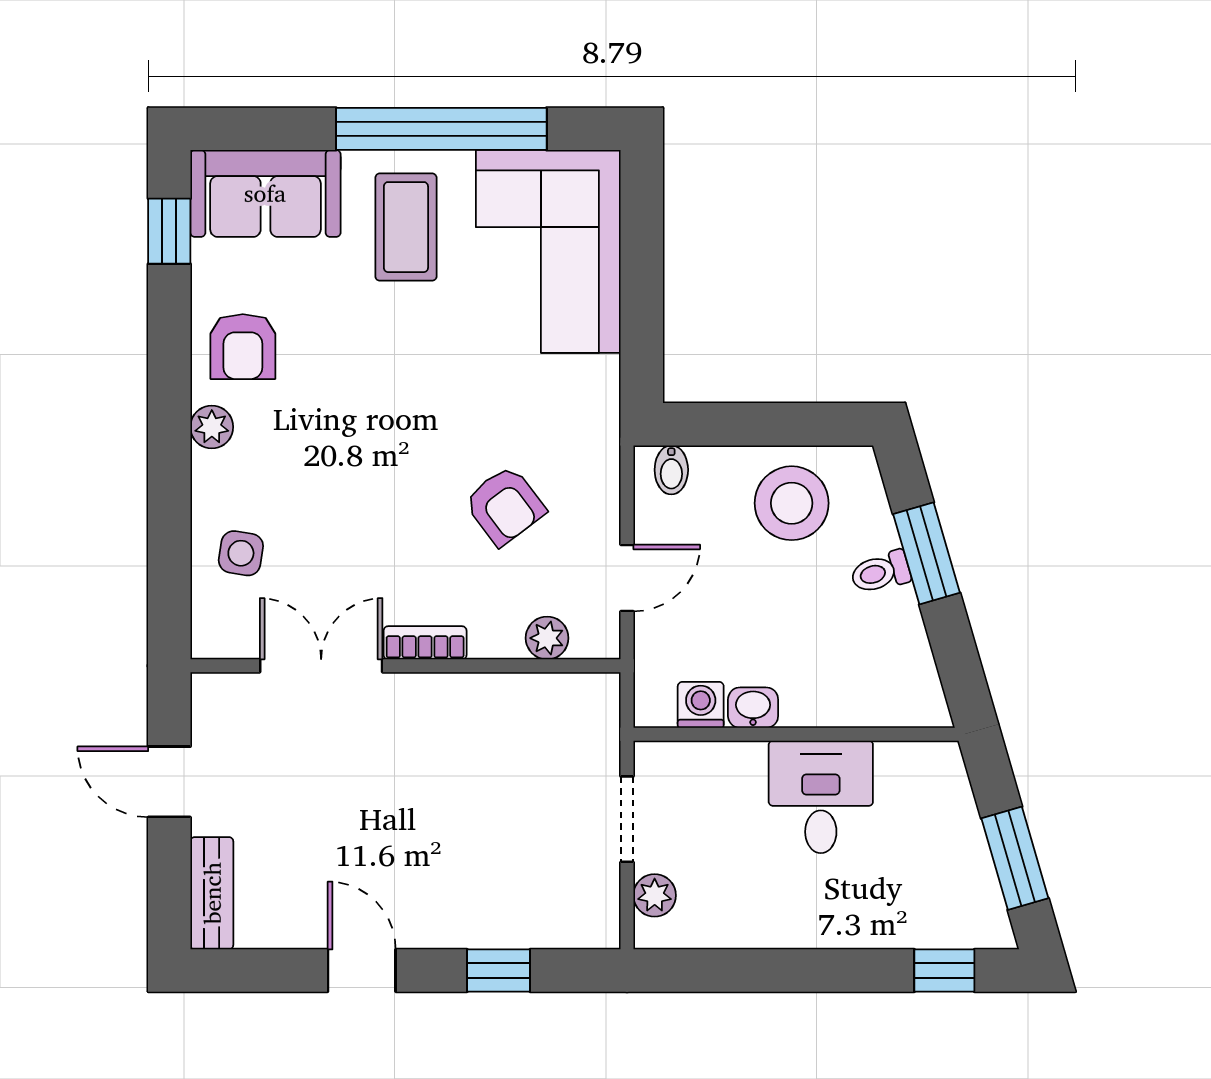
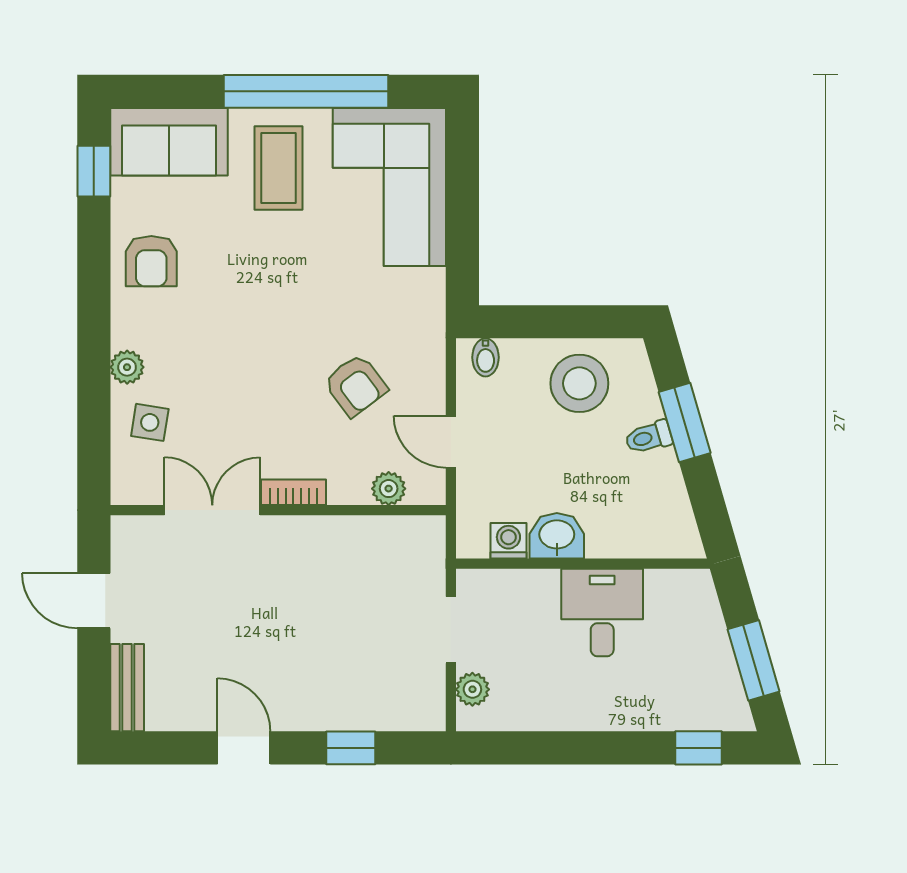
plant: (212, 427) -> (127, 367), moved
door: (627, 578) -> (451, 442), swing flipped
washbasin: (753, 708) -> (557, 536), width x1.38, depth x1.45

